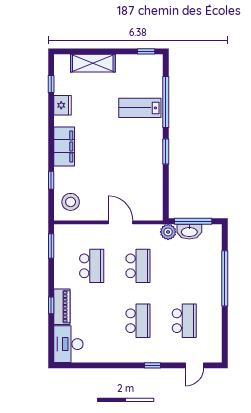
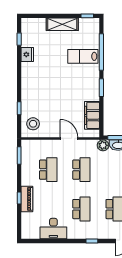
shelving: (93, 63) -> (62, 24), moved
filing cabinet: (64, 146) -> (92, 115), moved, turned 180
desk: (68, 344) -> (53, 229), moved, turned -90

